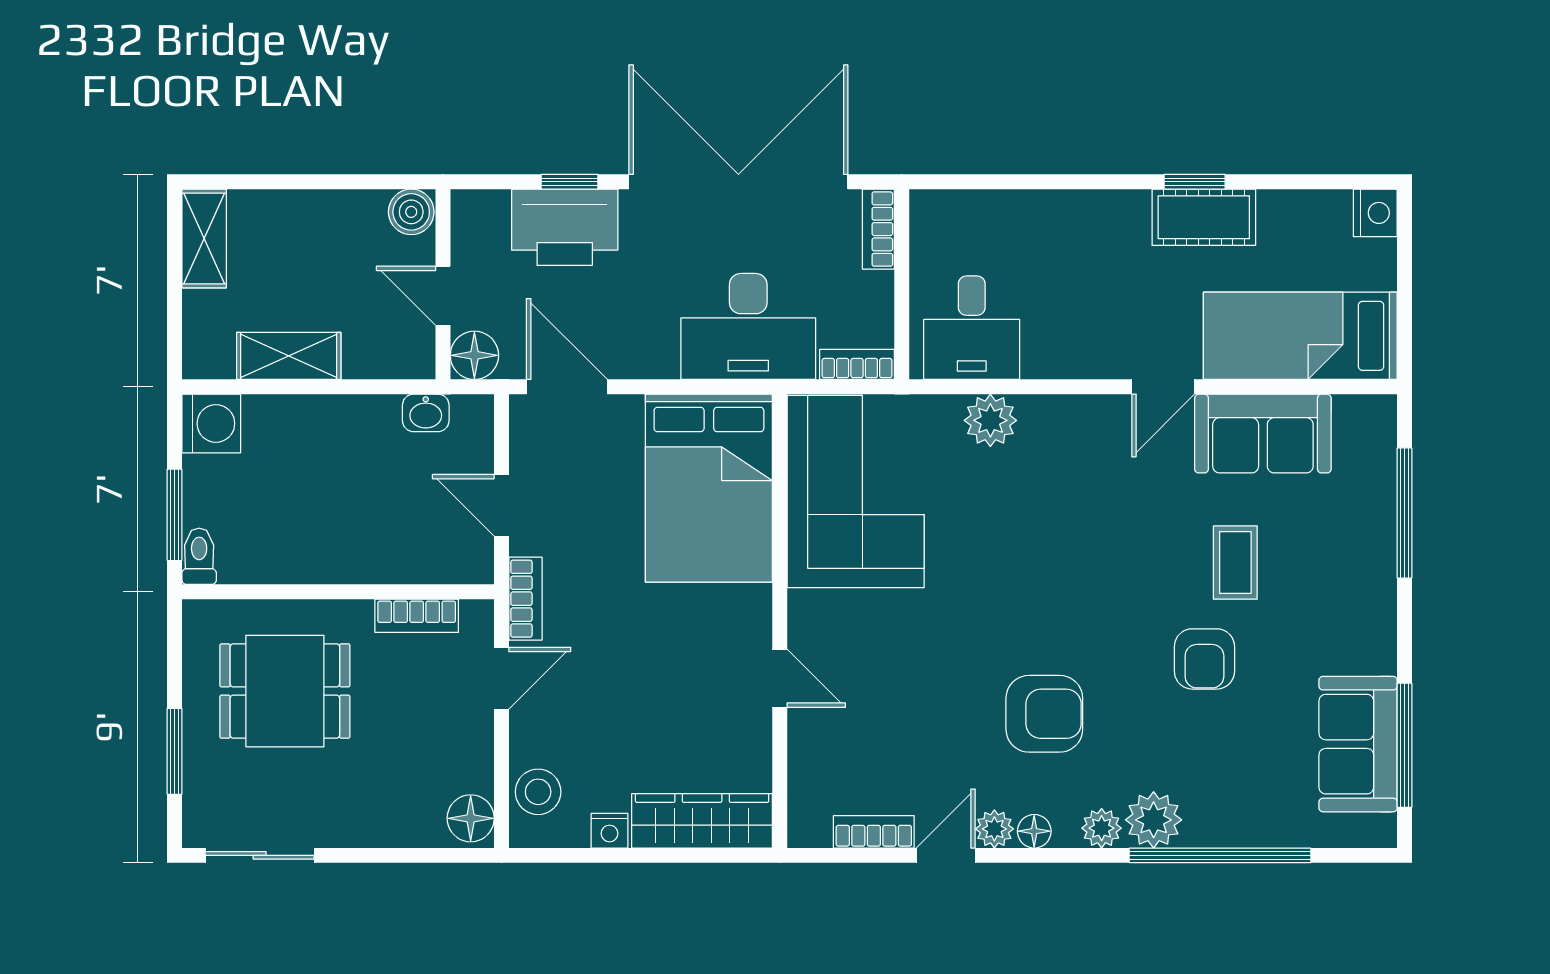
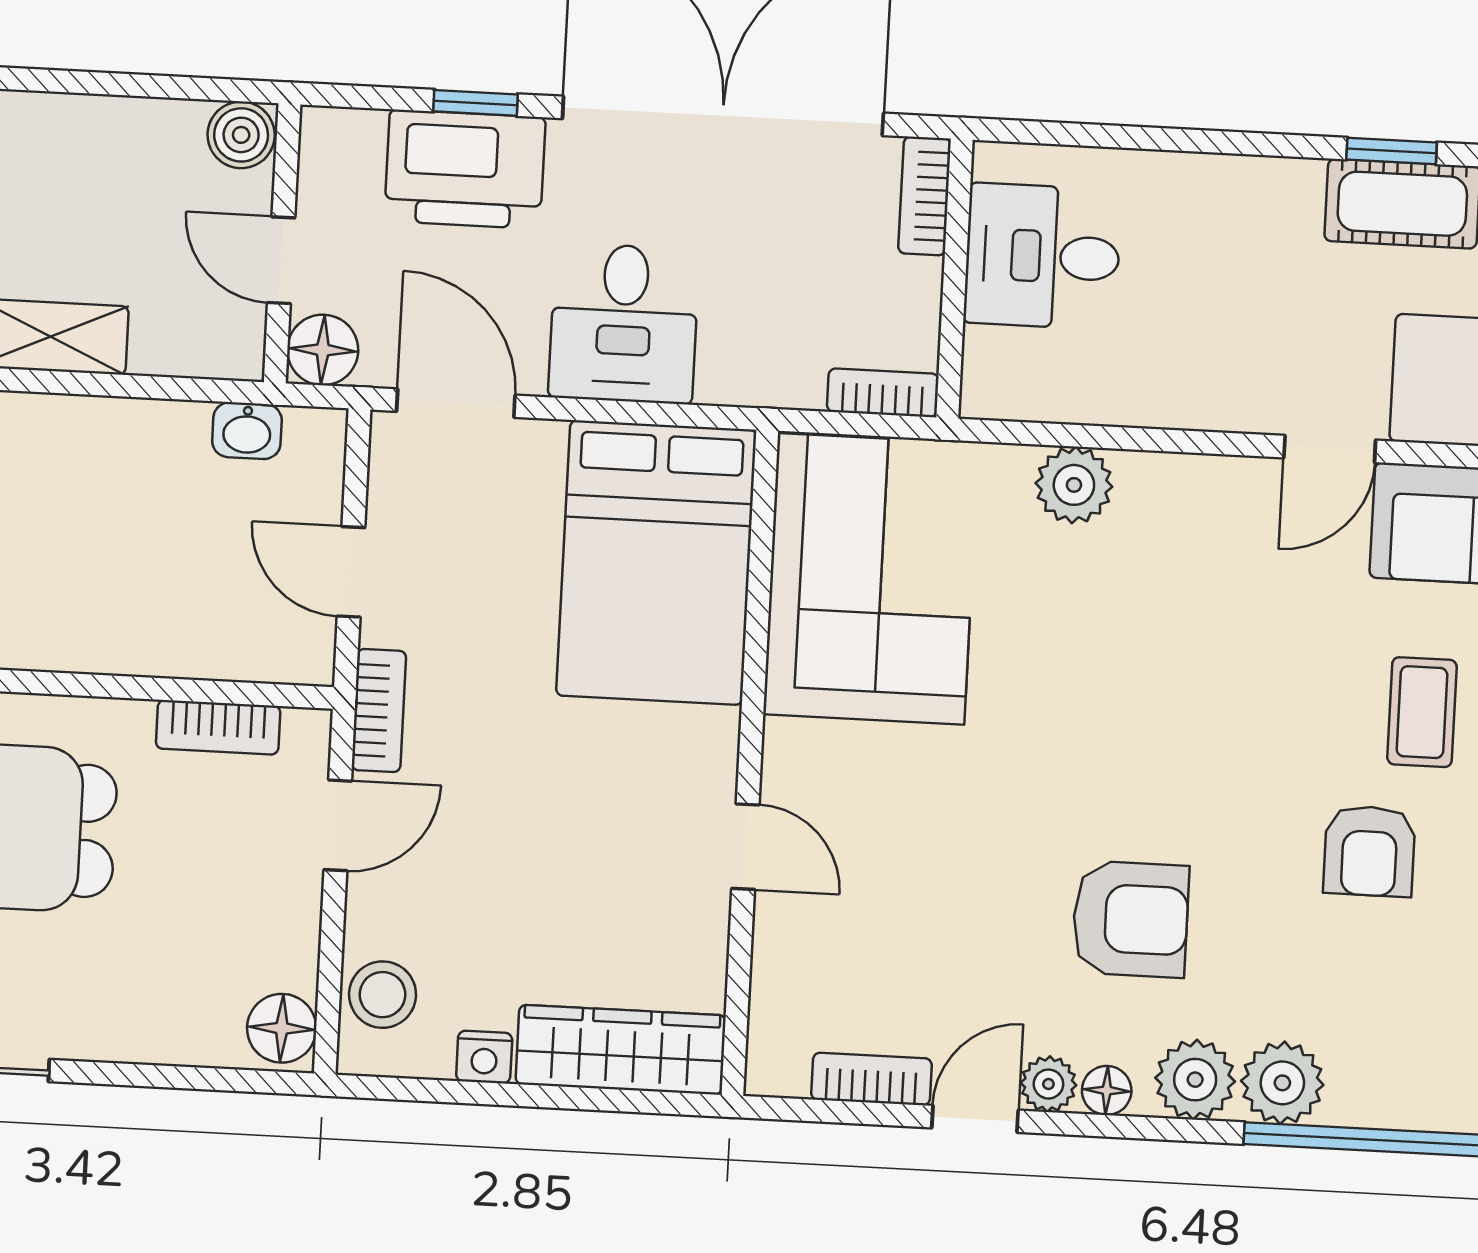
desk: (748, 326) -> (624, 323), moved, width x0.73
desk: (972, 328) -> (1042, 256), moved, turned 90
plant: (1102, 828) -> (1195, 1080), width x1.38, depth x1.38

